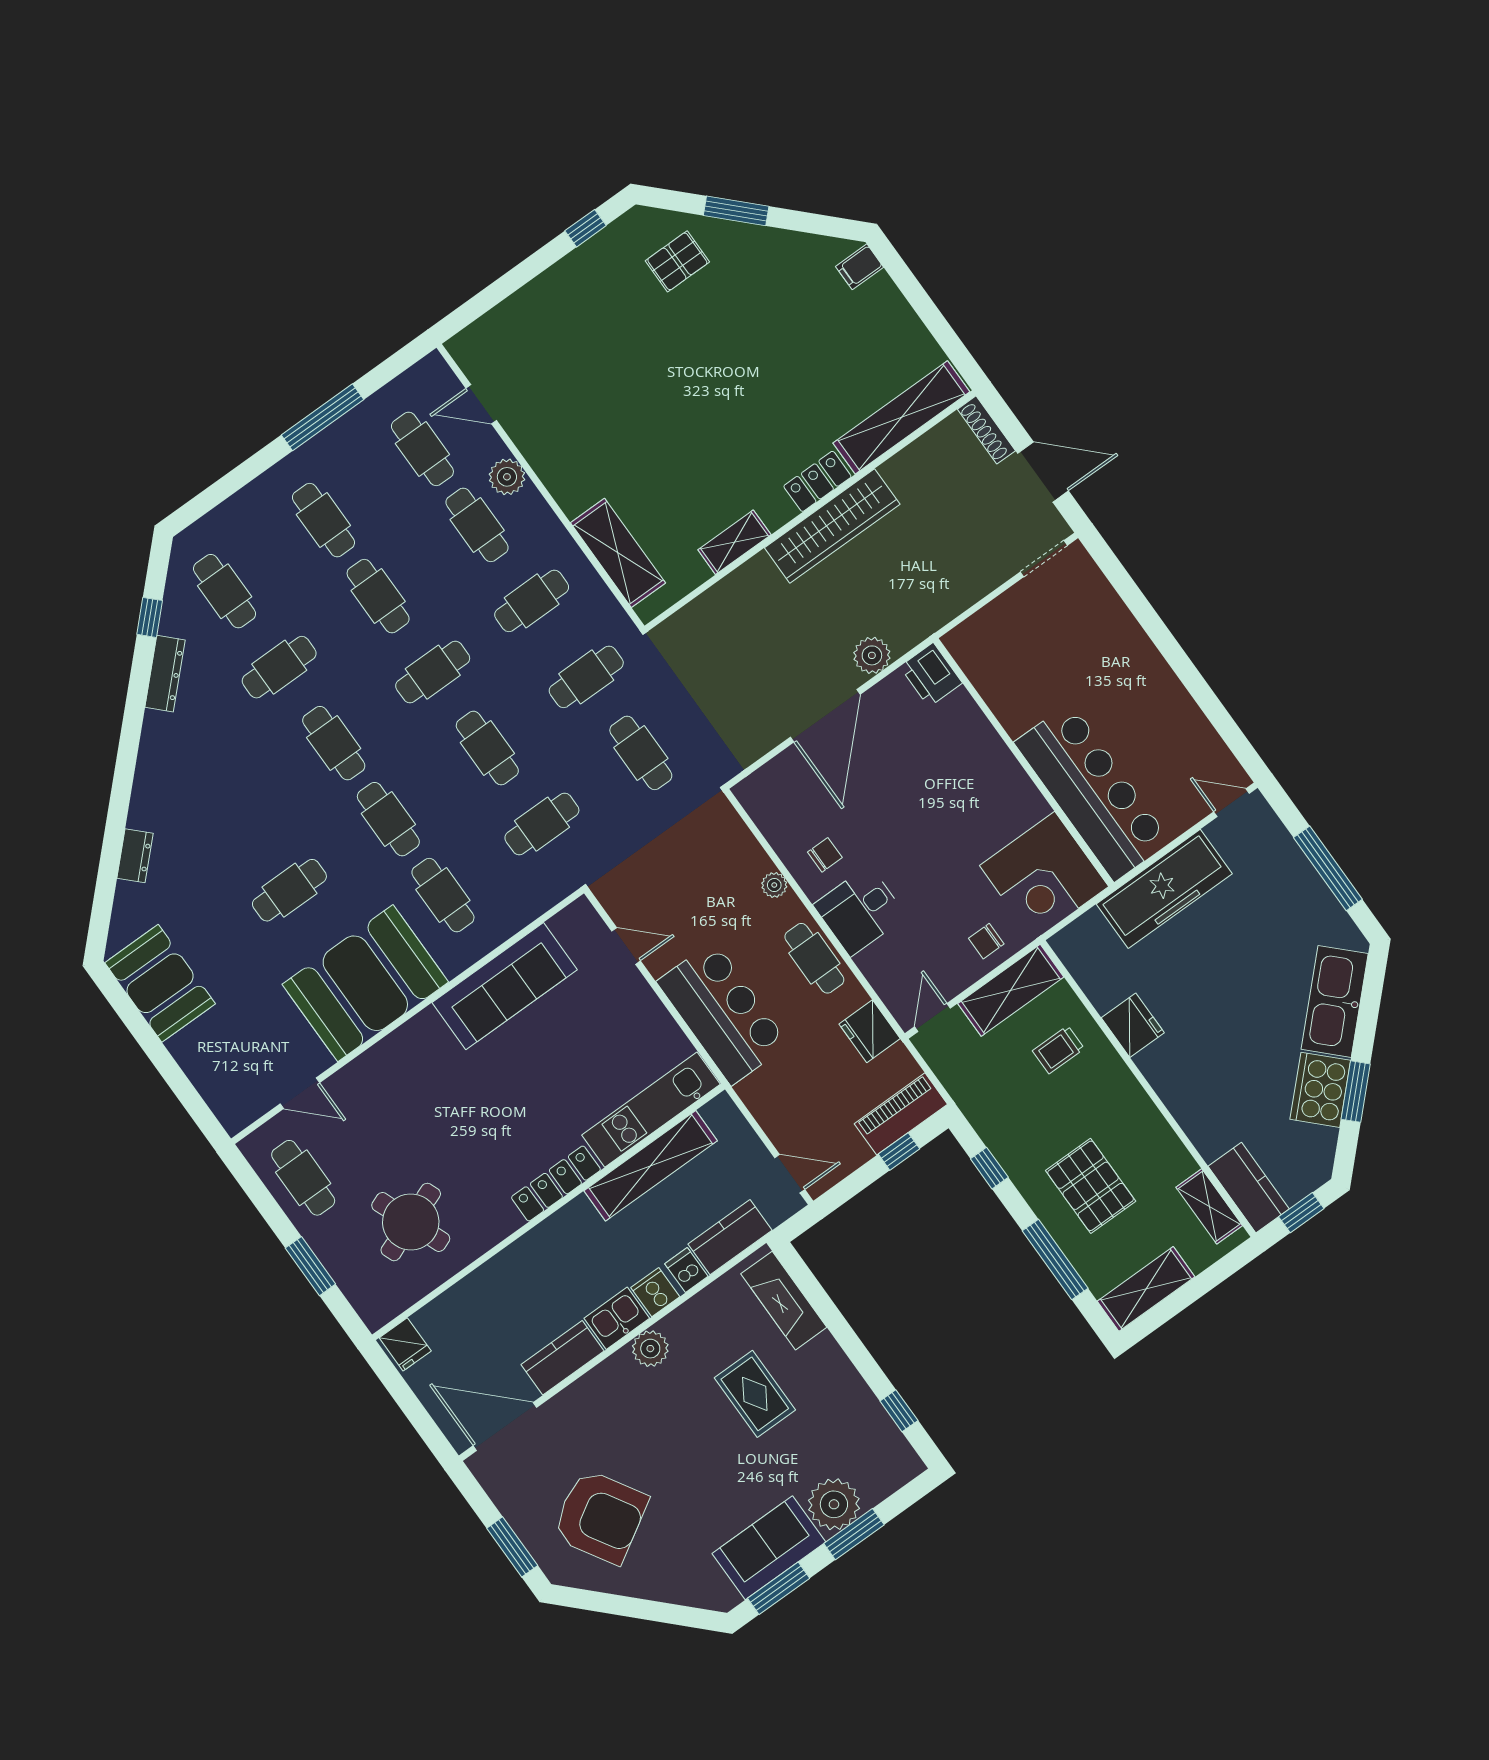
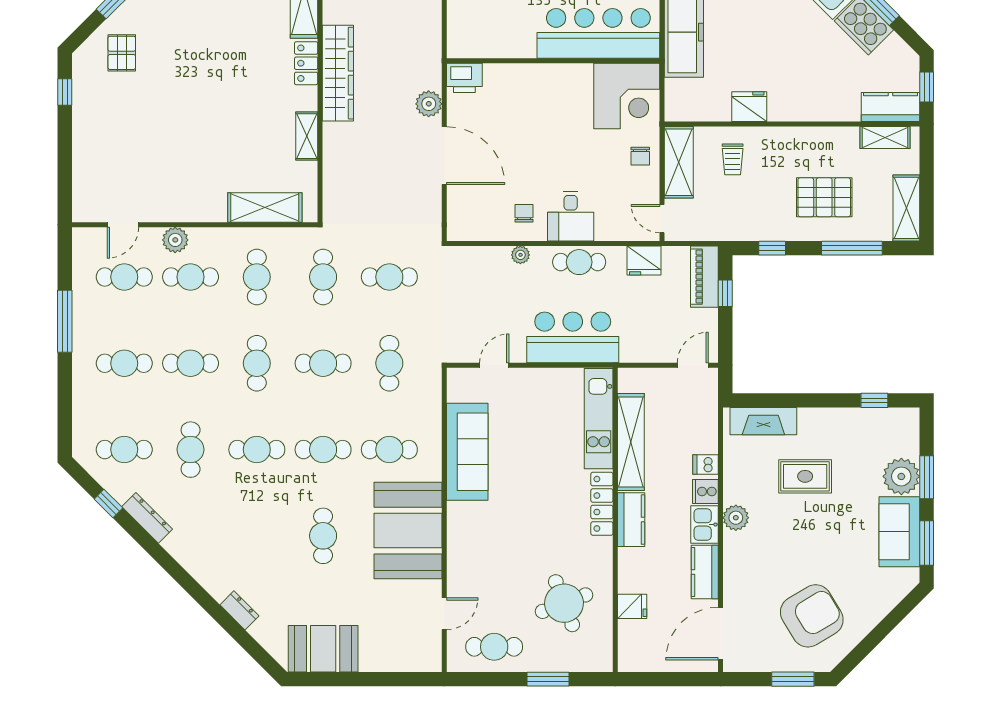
kitchen counter: (730, 1237) -> (631, 520), moved, turned 180
fridge: (405, 1344) -> (632, 606), moved

